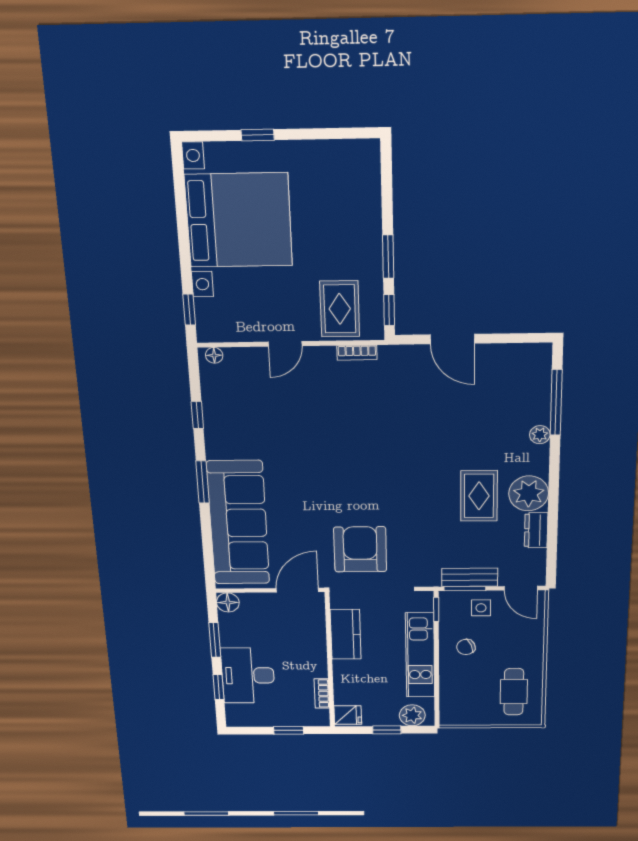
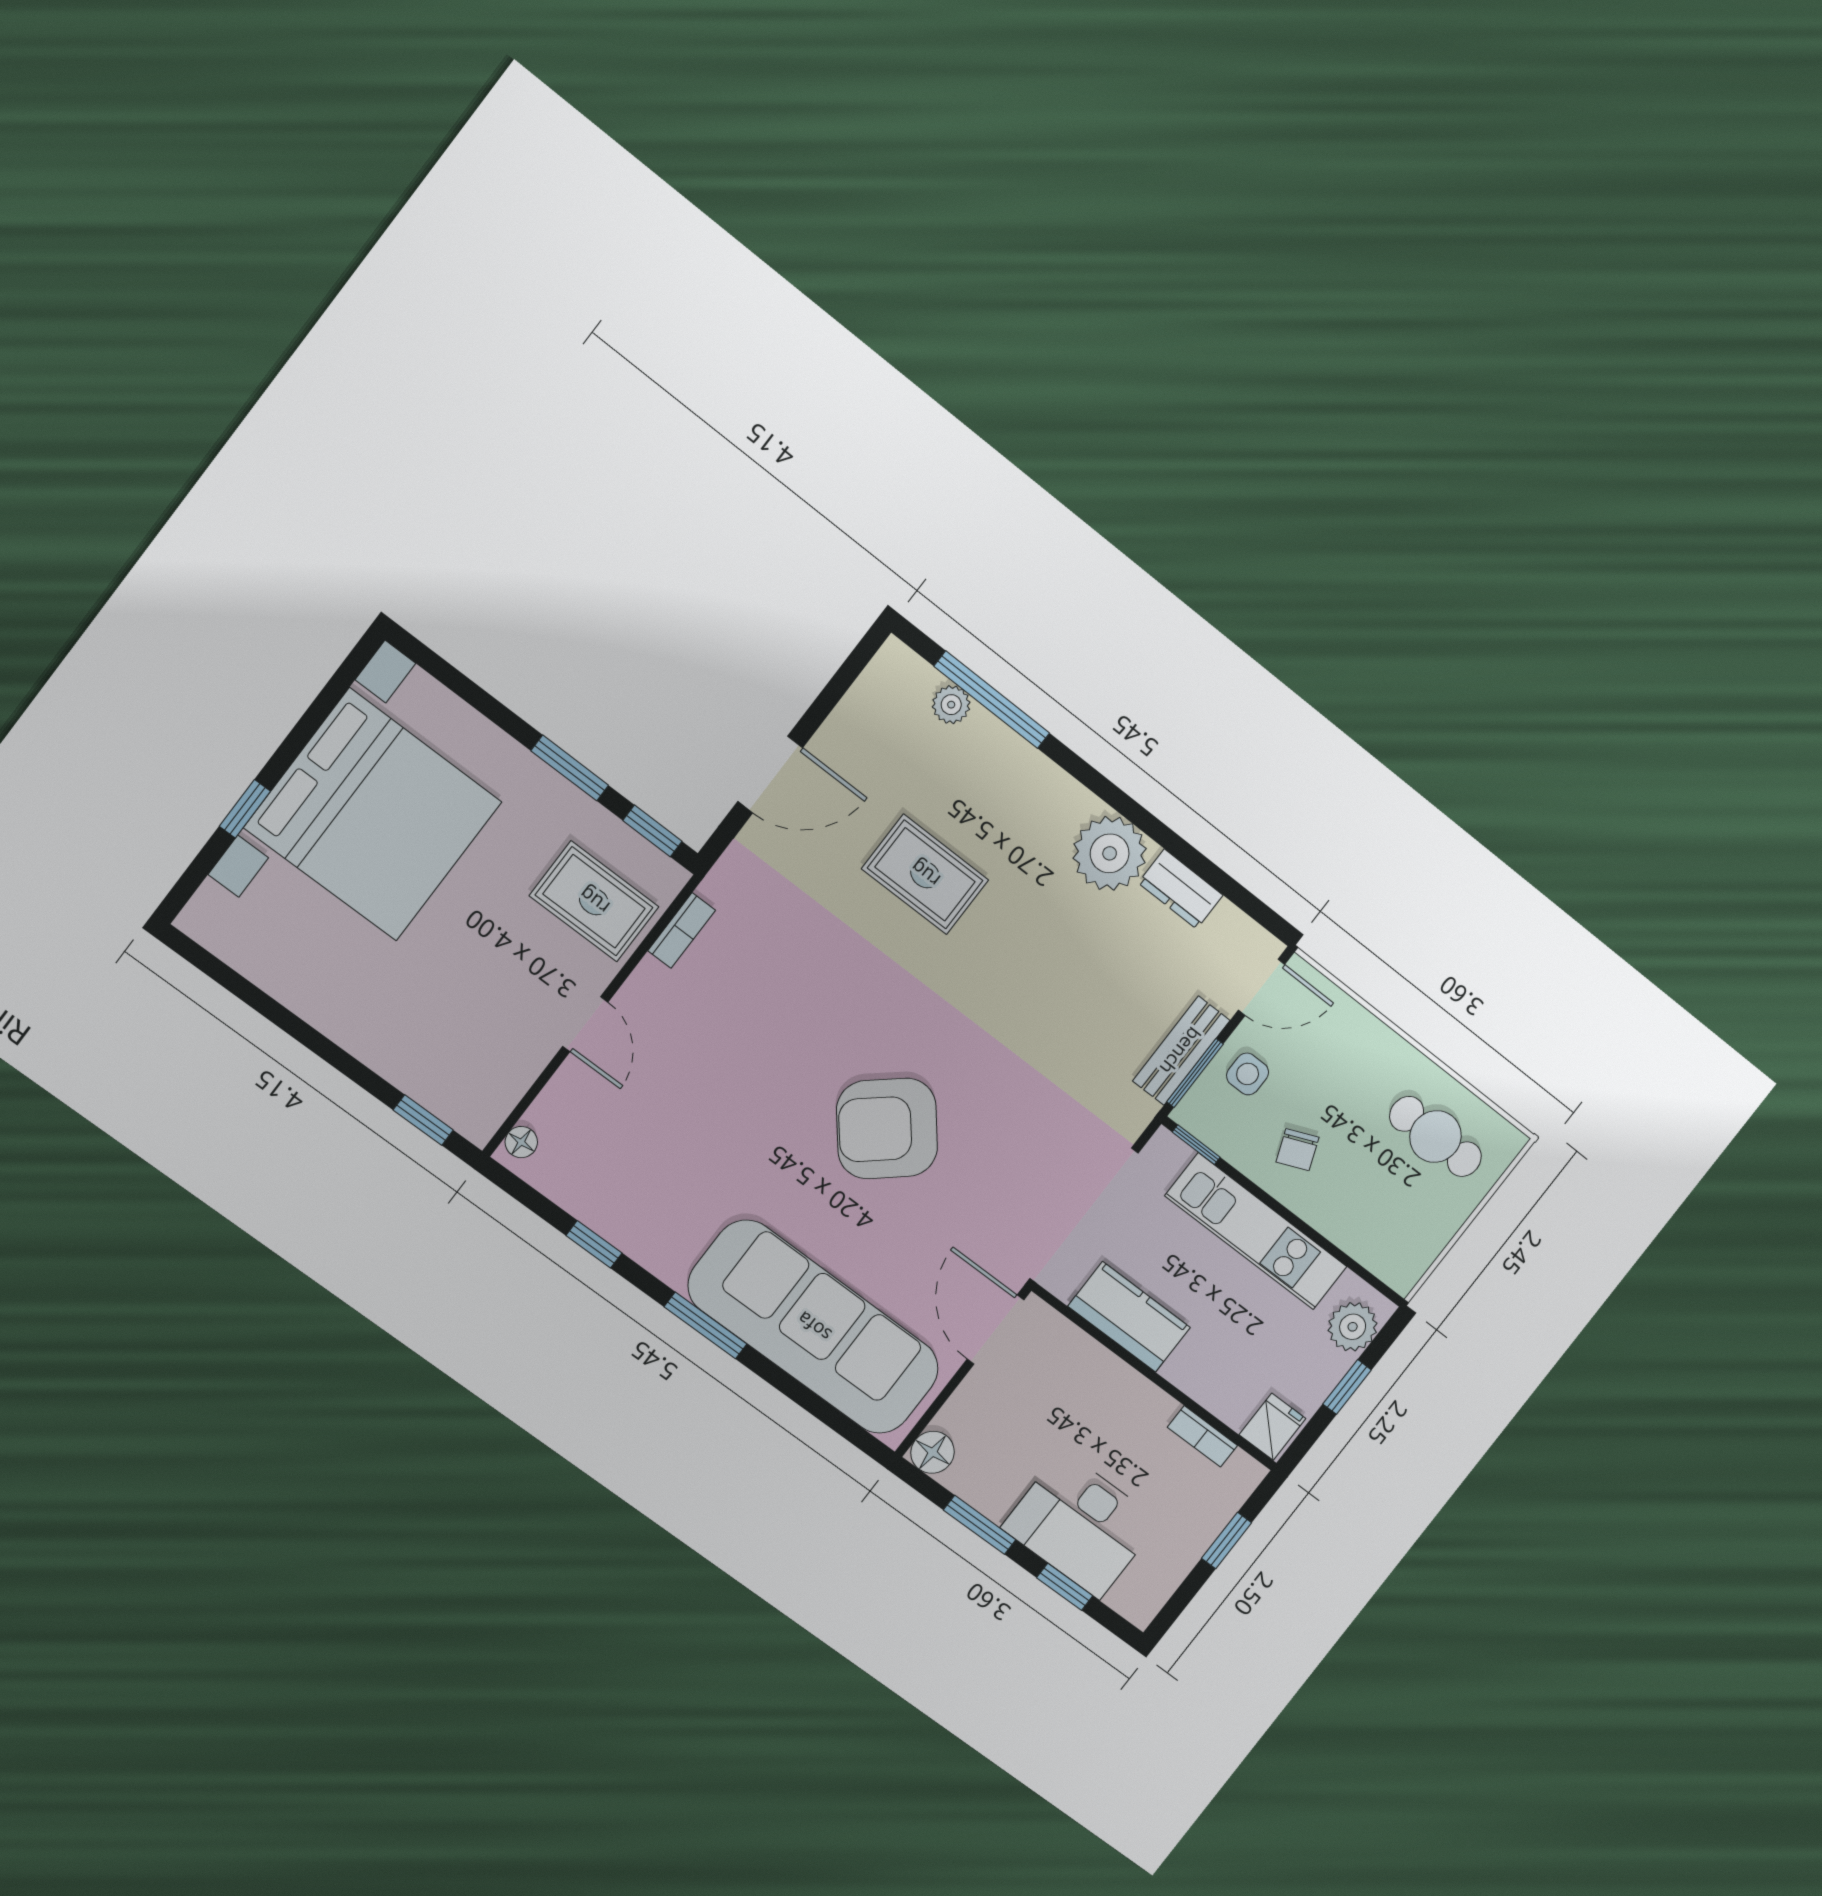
bed with nightstands: (239, 220) -> (373, 815), moved, turned 90
plant: (540, 435) -> (951, 705), moved
rug: (479, 496) -> (925, 874), moved
armchair: (360, 549) -> (887, 1129), moved, turned -40

